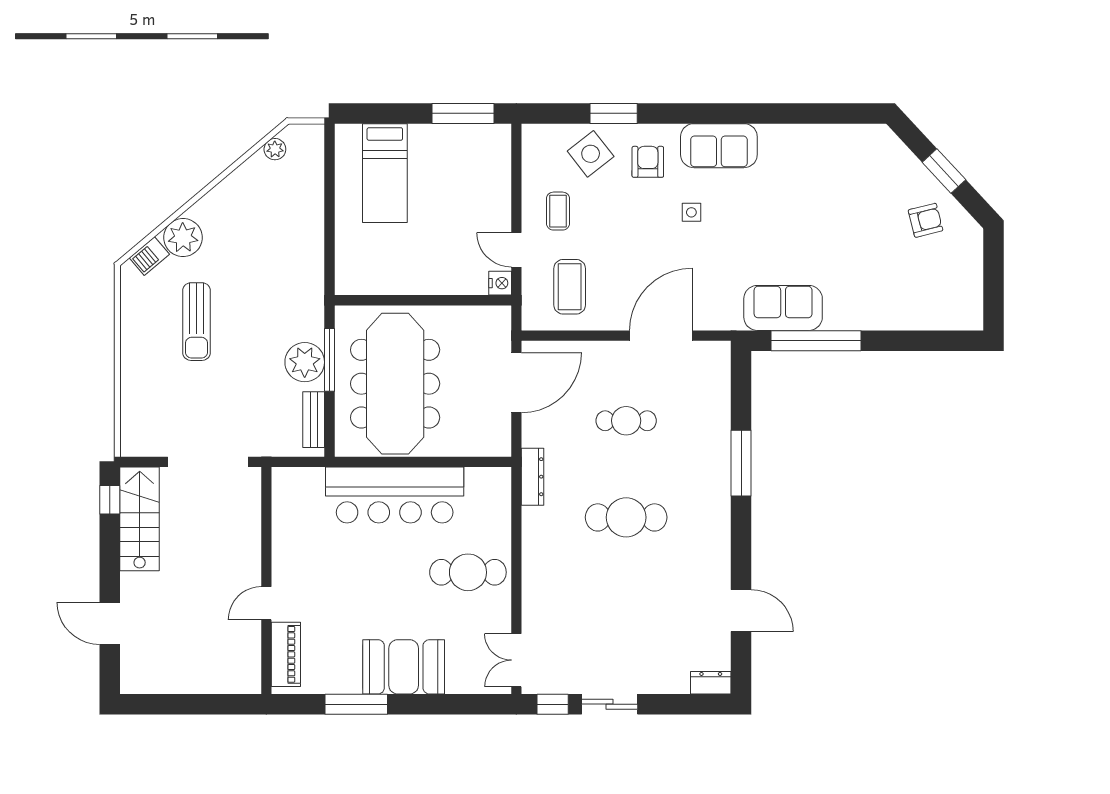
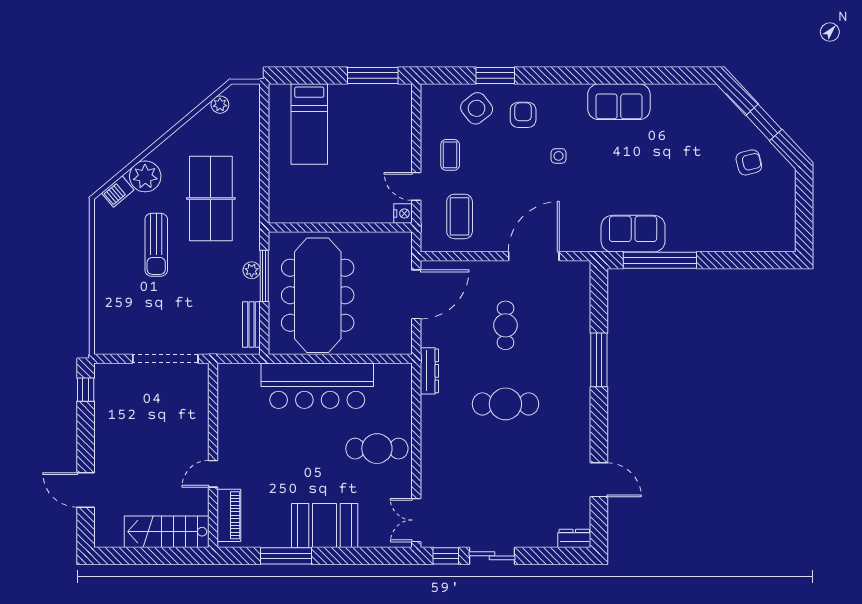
sofa: (719, 146) -> (619, 102), moved
table tennis table: (264, 265) -> (211, 199), added
plant: (305, 362) -> (252, 270), width x0.53, depth x0.53
cafe table: (626, 421) -> (505, 325), turned 90
stairs: (140, 519) -> (167, 532), moved, turned -90

